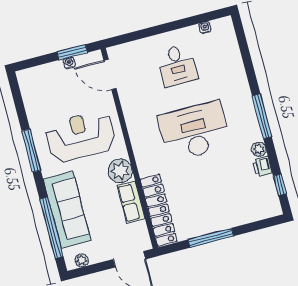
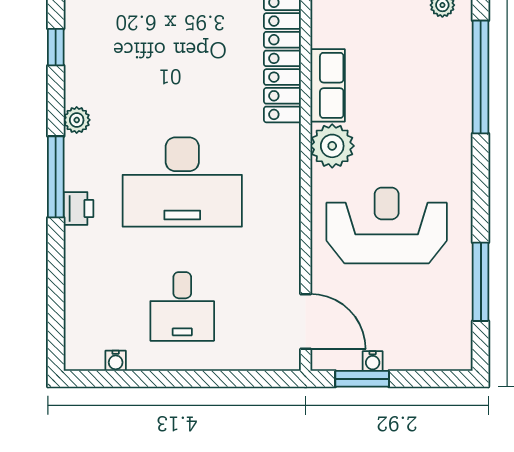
desk: (177, 65) -> (182, 307), turned 180
reception desk: (81, 136) -> (387, 225), turned 180
window: (31, 150) -> (481, 282), moved
printer: (262, 166) -> (78, 208), moved
sofa: (67, 210) -> (445, 102), removed

